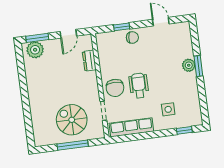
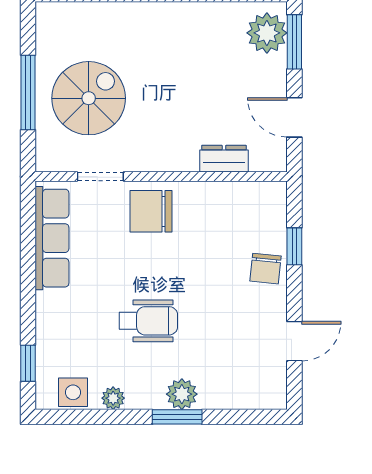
wheelchair: (139, 86) -> (148, 321), moved
plant: (194, 93) -> (113, 398), added
side table: (168, 109) -> (73, 392), moved

